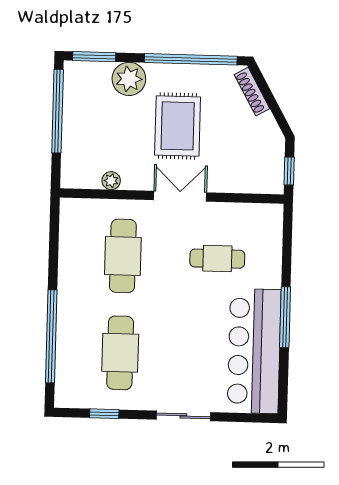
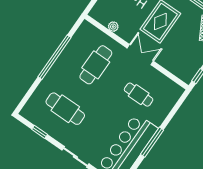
window: (51, 336) -> (55, 57), moved
cafe table: (120, 353) -> (65, 109), turned 90

